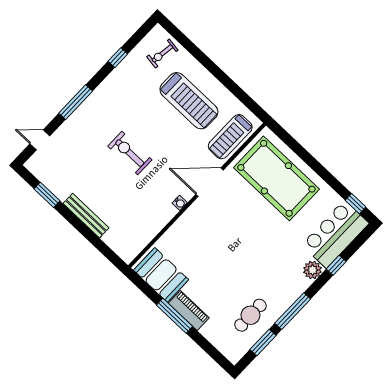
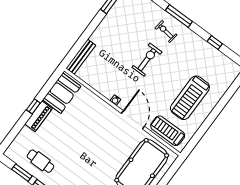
exercise bike: (162, 54) -> (166, 32), moved
bench: (86, 216) -> (81, 57), moved
window: (174, 316) -> (33, 106), width x0.46

